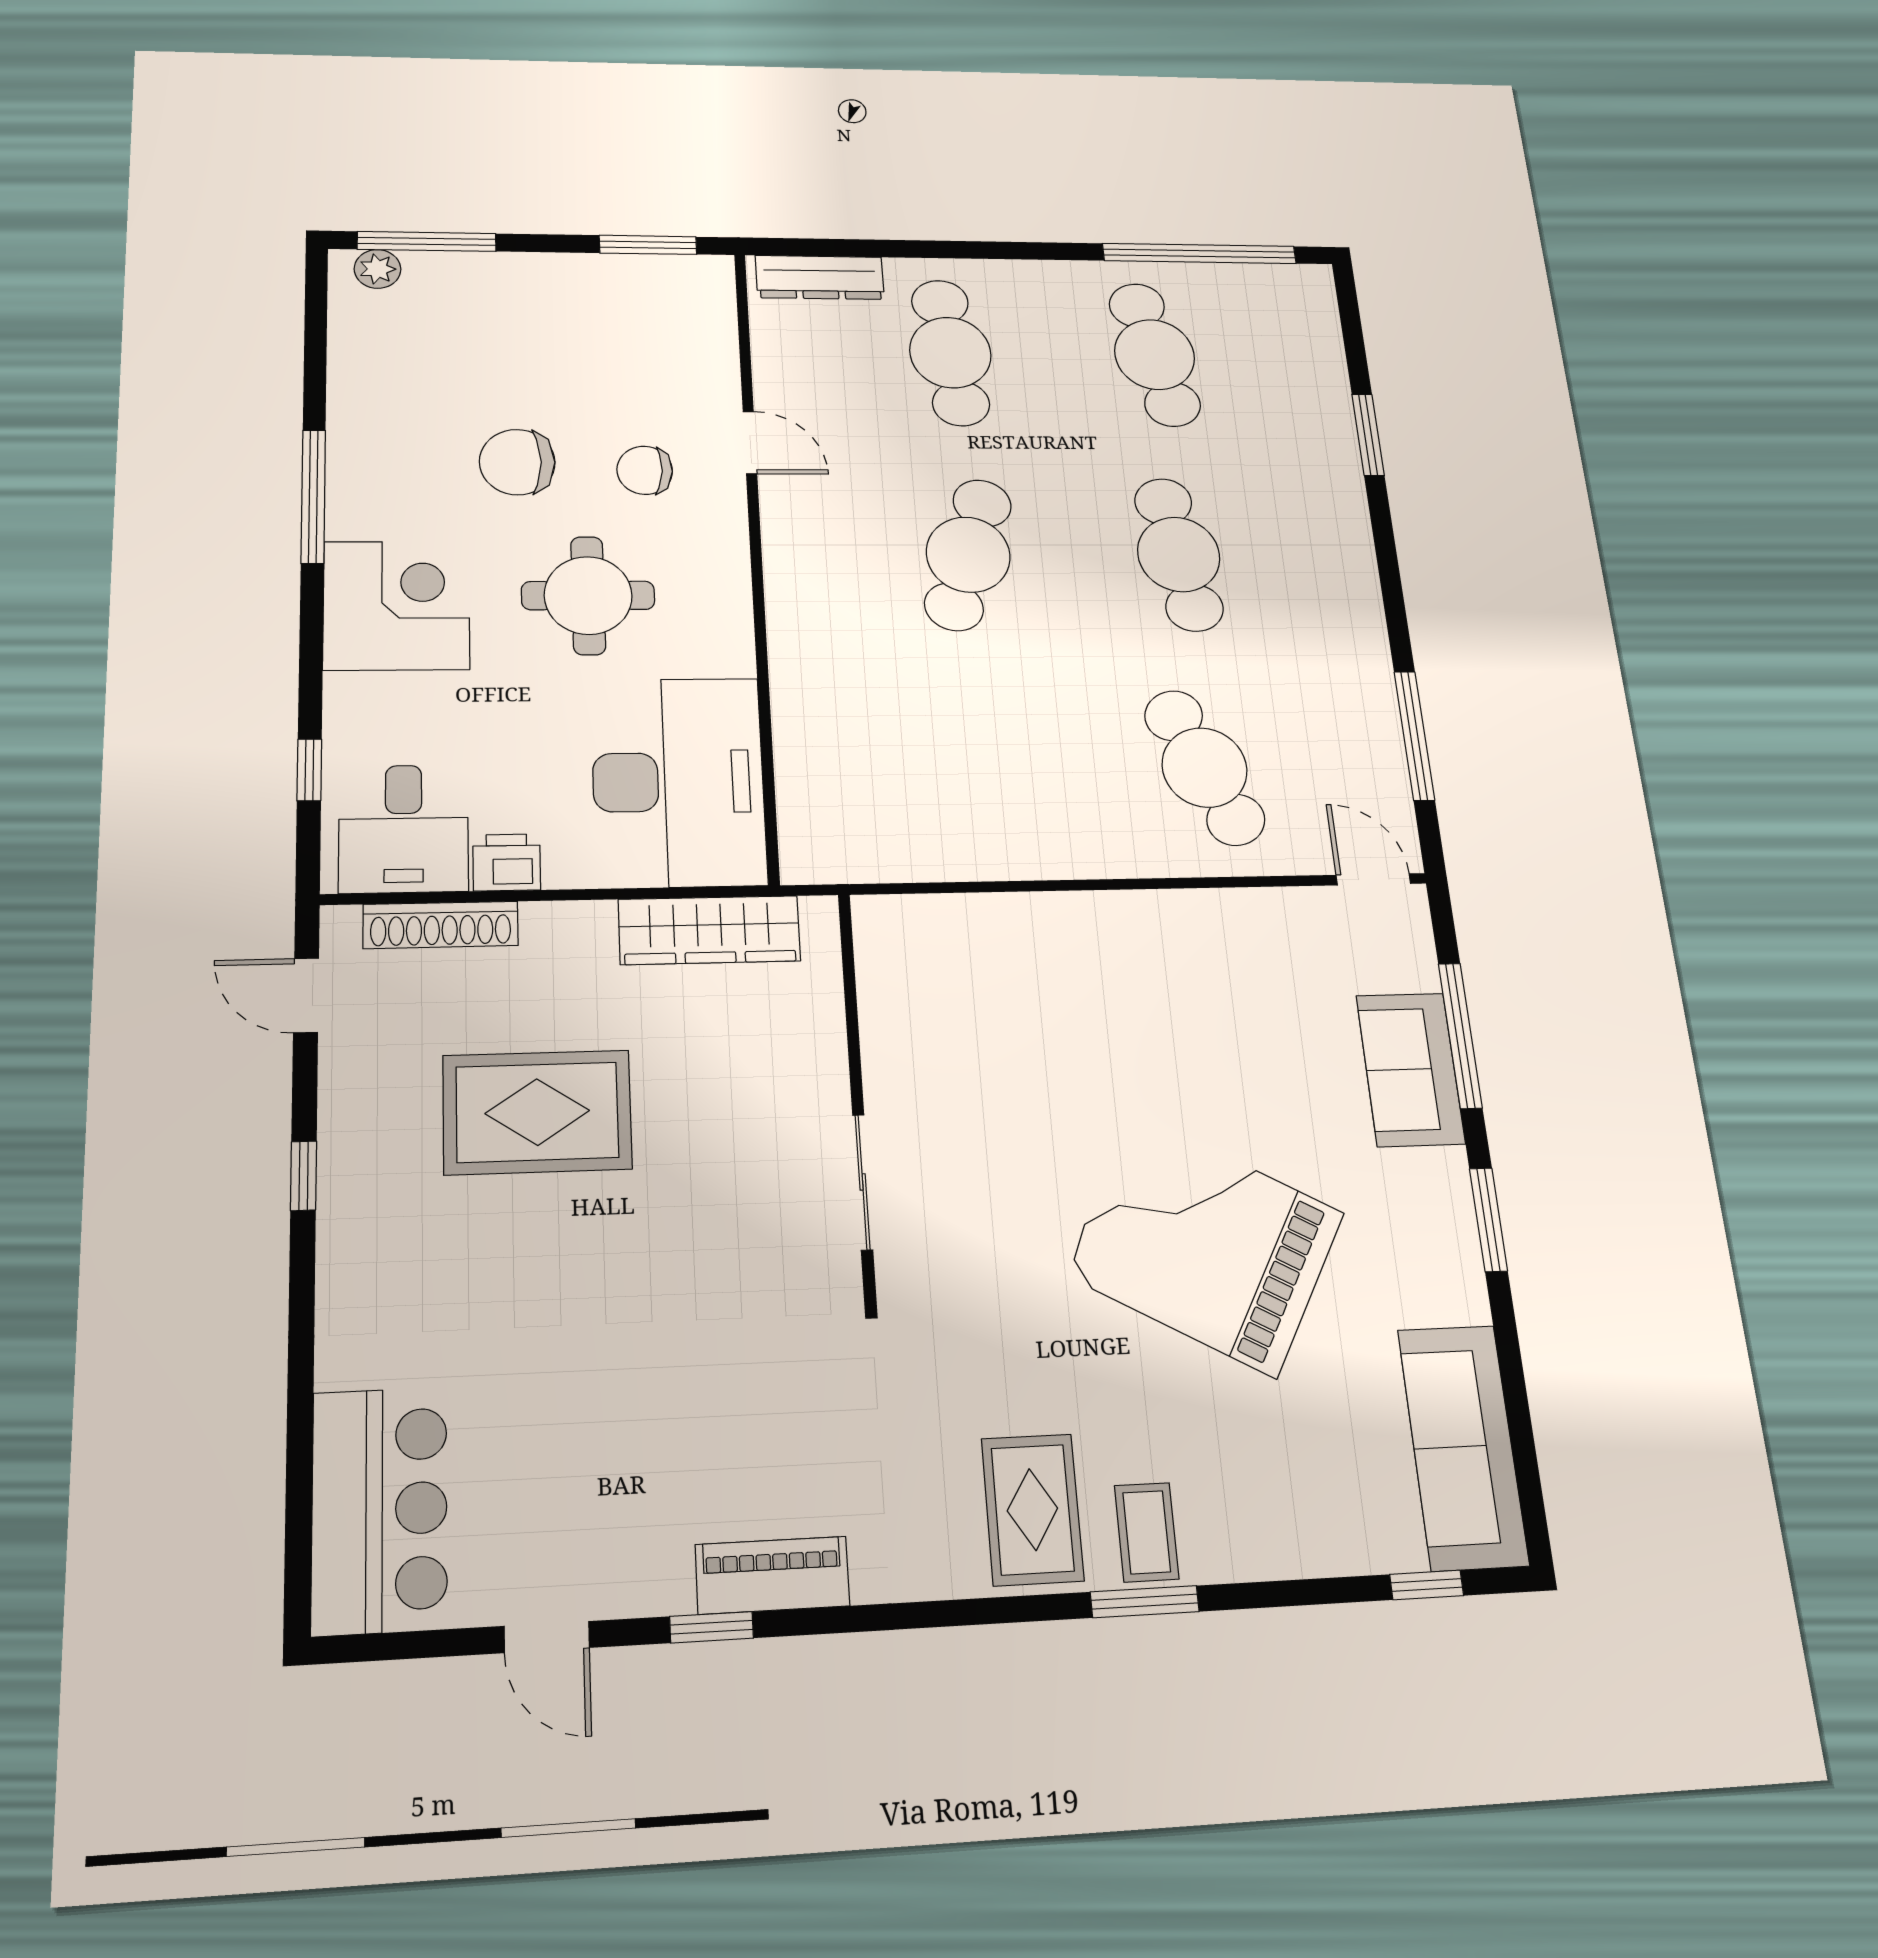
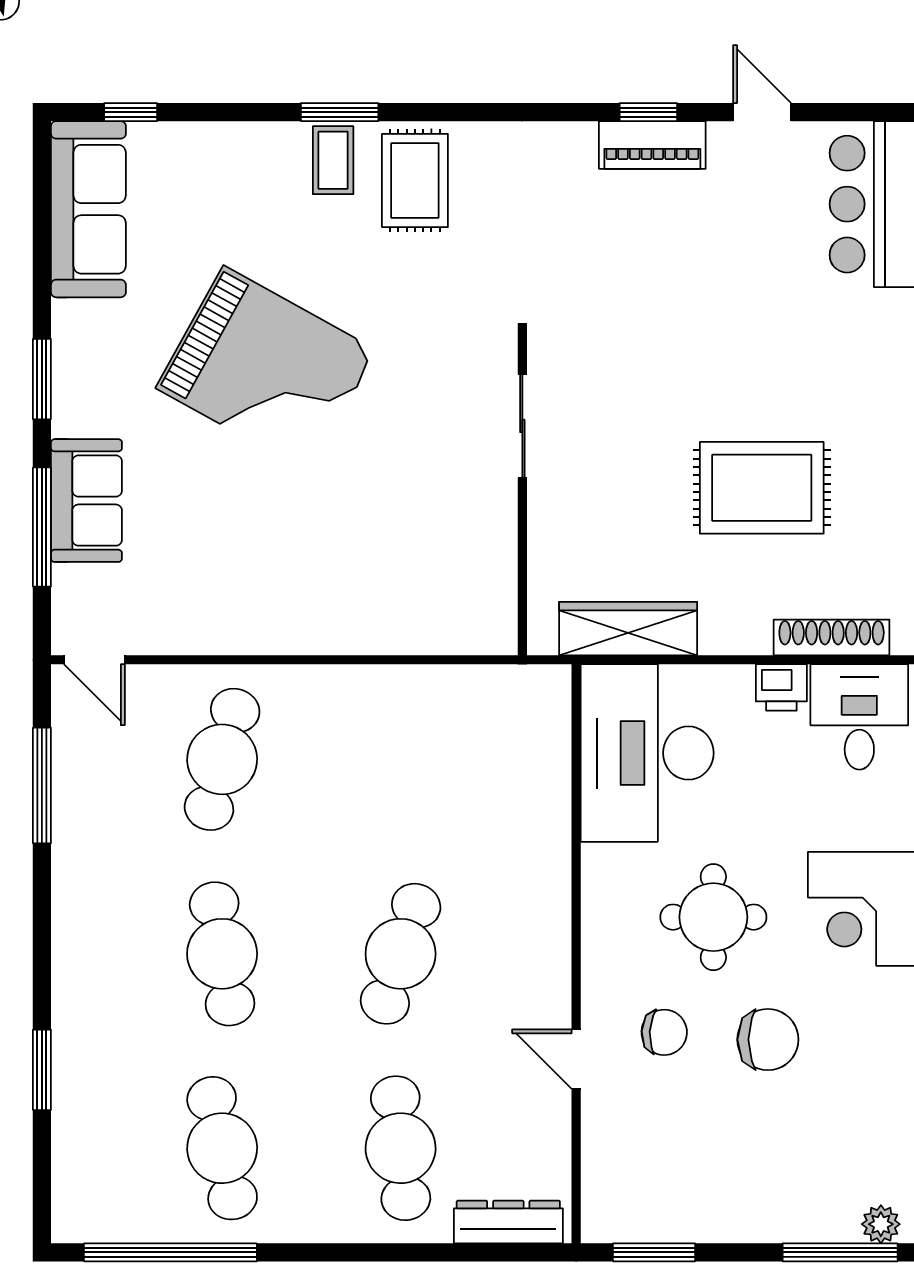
cafe table: (1205, 768) -> (222, 759), turned 39
piano: (772, 1575) -> (652, 145), moved

